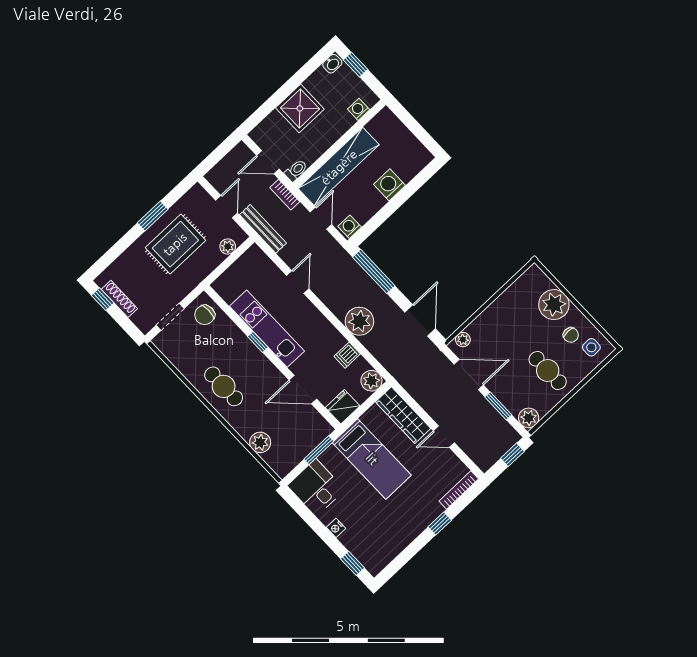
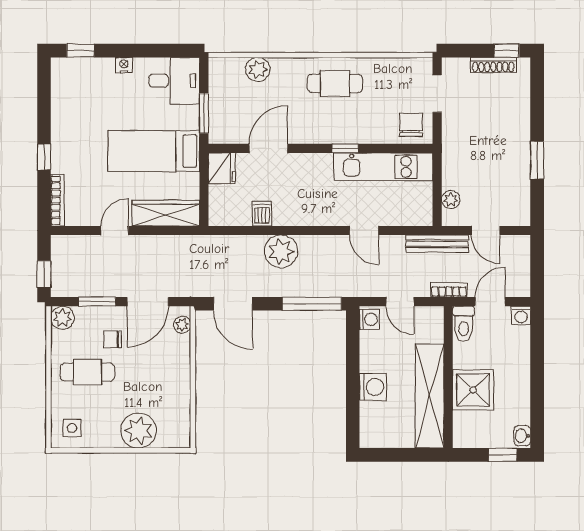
shower: (300, 108) -> (473, 390), moved
washing machine: (359, 109) -> (521, 315), moved, turned 90
shelving: (339, 167) -> (430, 396), moved
toilet: (296, 170) -> (464, 324), width x1.37, depth x1.39
rug: (175, 244) -> (495, 157), removed
kitchen unit: (267, 329) -> (383, 167), moved
chair: (571, 335) -> (113, 339), moved
plant: (371, 381) -> (221, 214), removed

